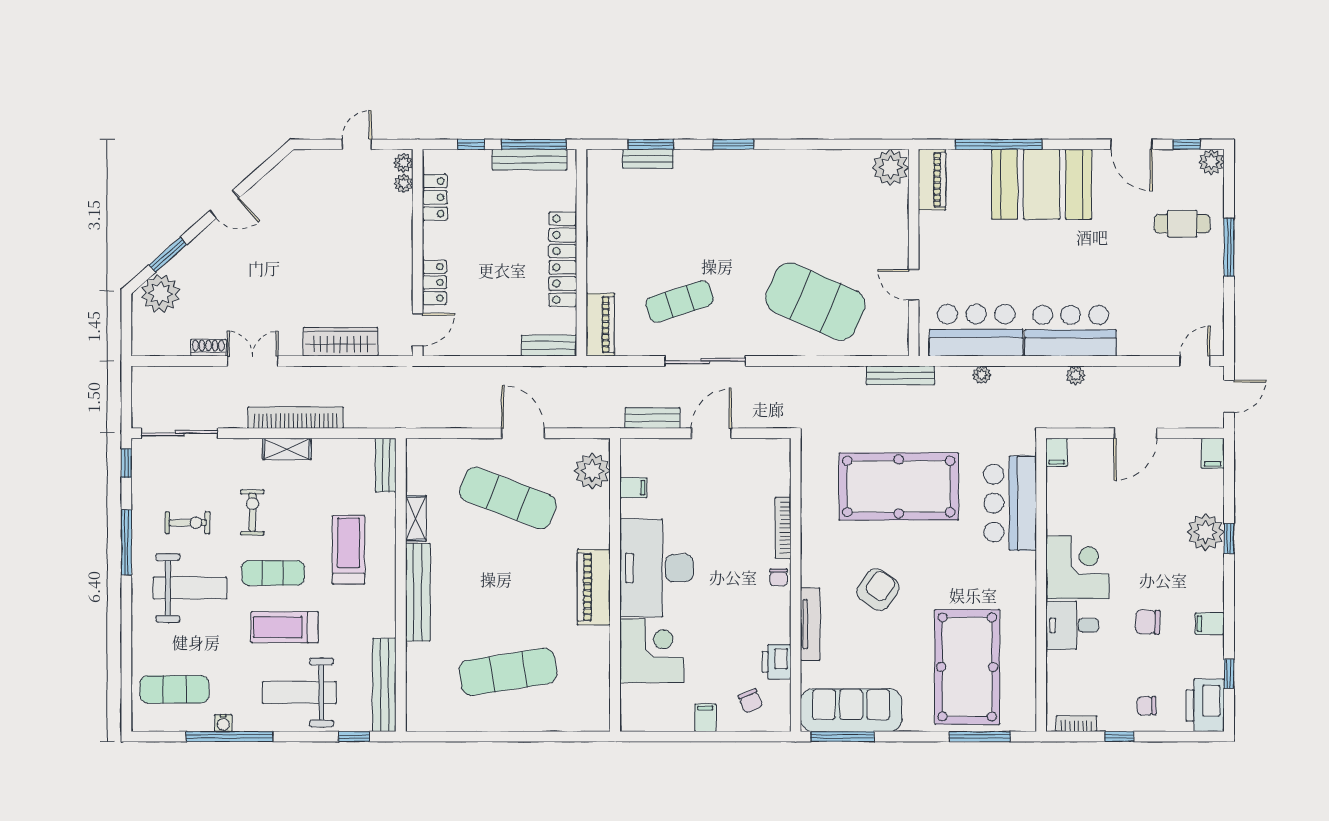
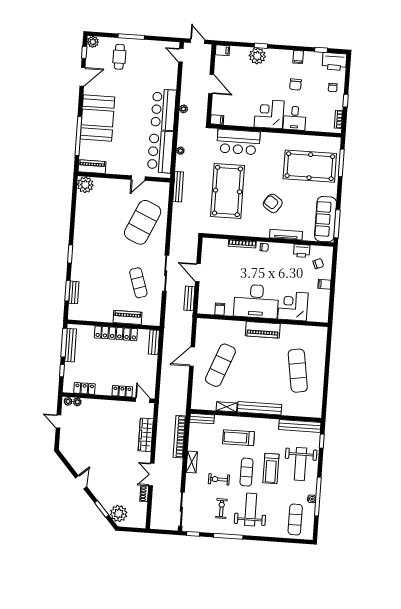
piano: (600, 325) -> (128, 317), moved
bookcase: (296, 418) -> (180, 437), moved
plant: (592, 471) -> (211, 327), removed

